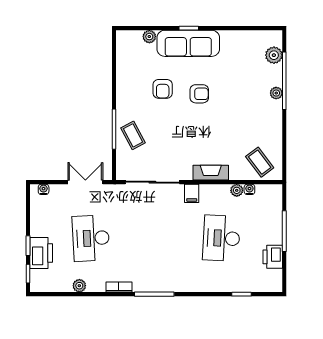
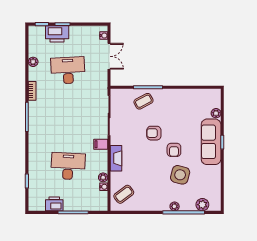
side table: (233, 85) -> (180, 175), added
armchair: (163, 89) -> (154, 133), moved
double door: (85, 182) -> (109, 56), moved

